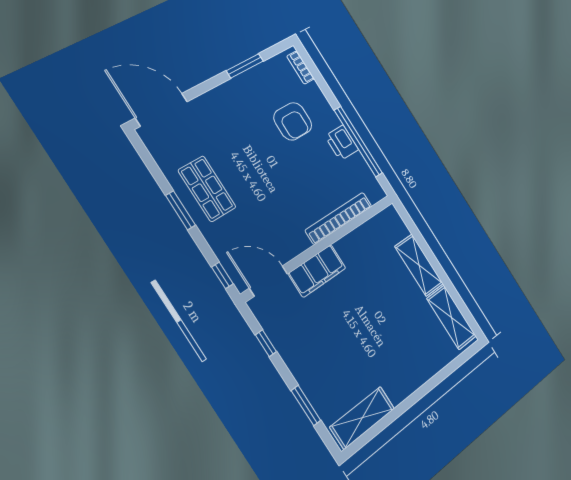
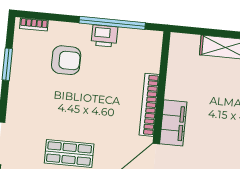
bookcase: (339, 218) -> (149, 105), moved

